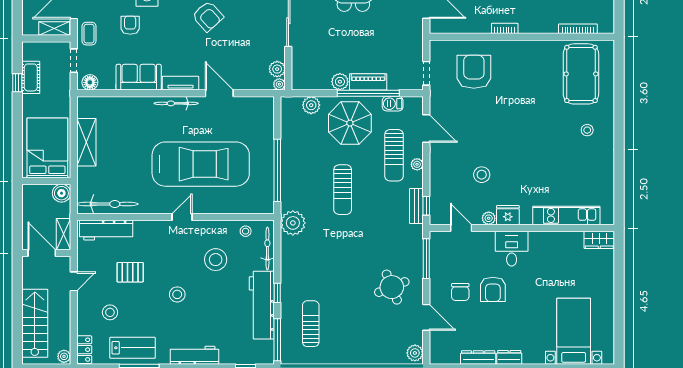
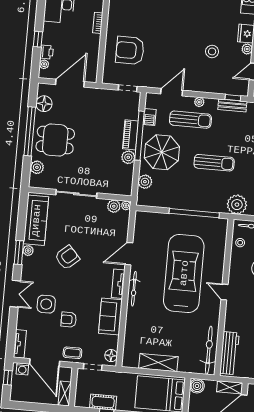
shelving: (54, 28) -> (65, 393), moved

